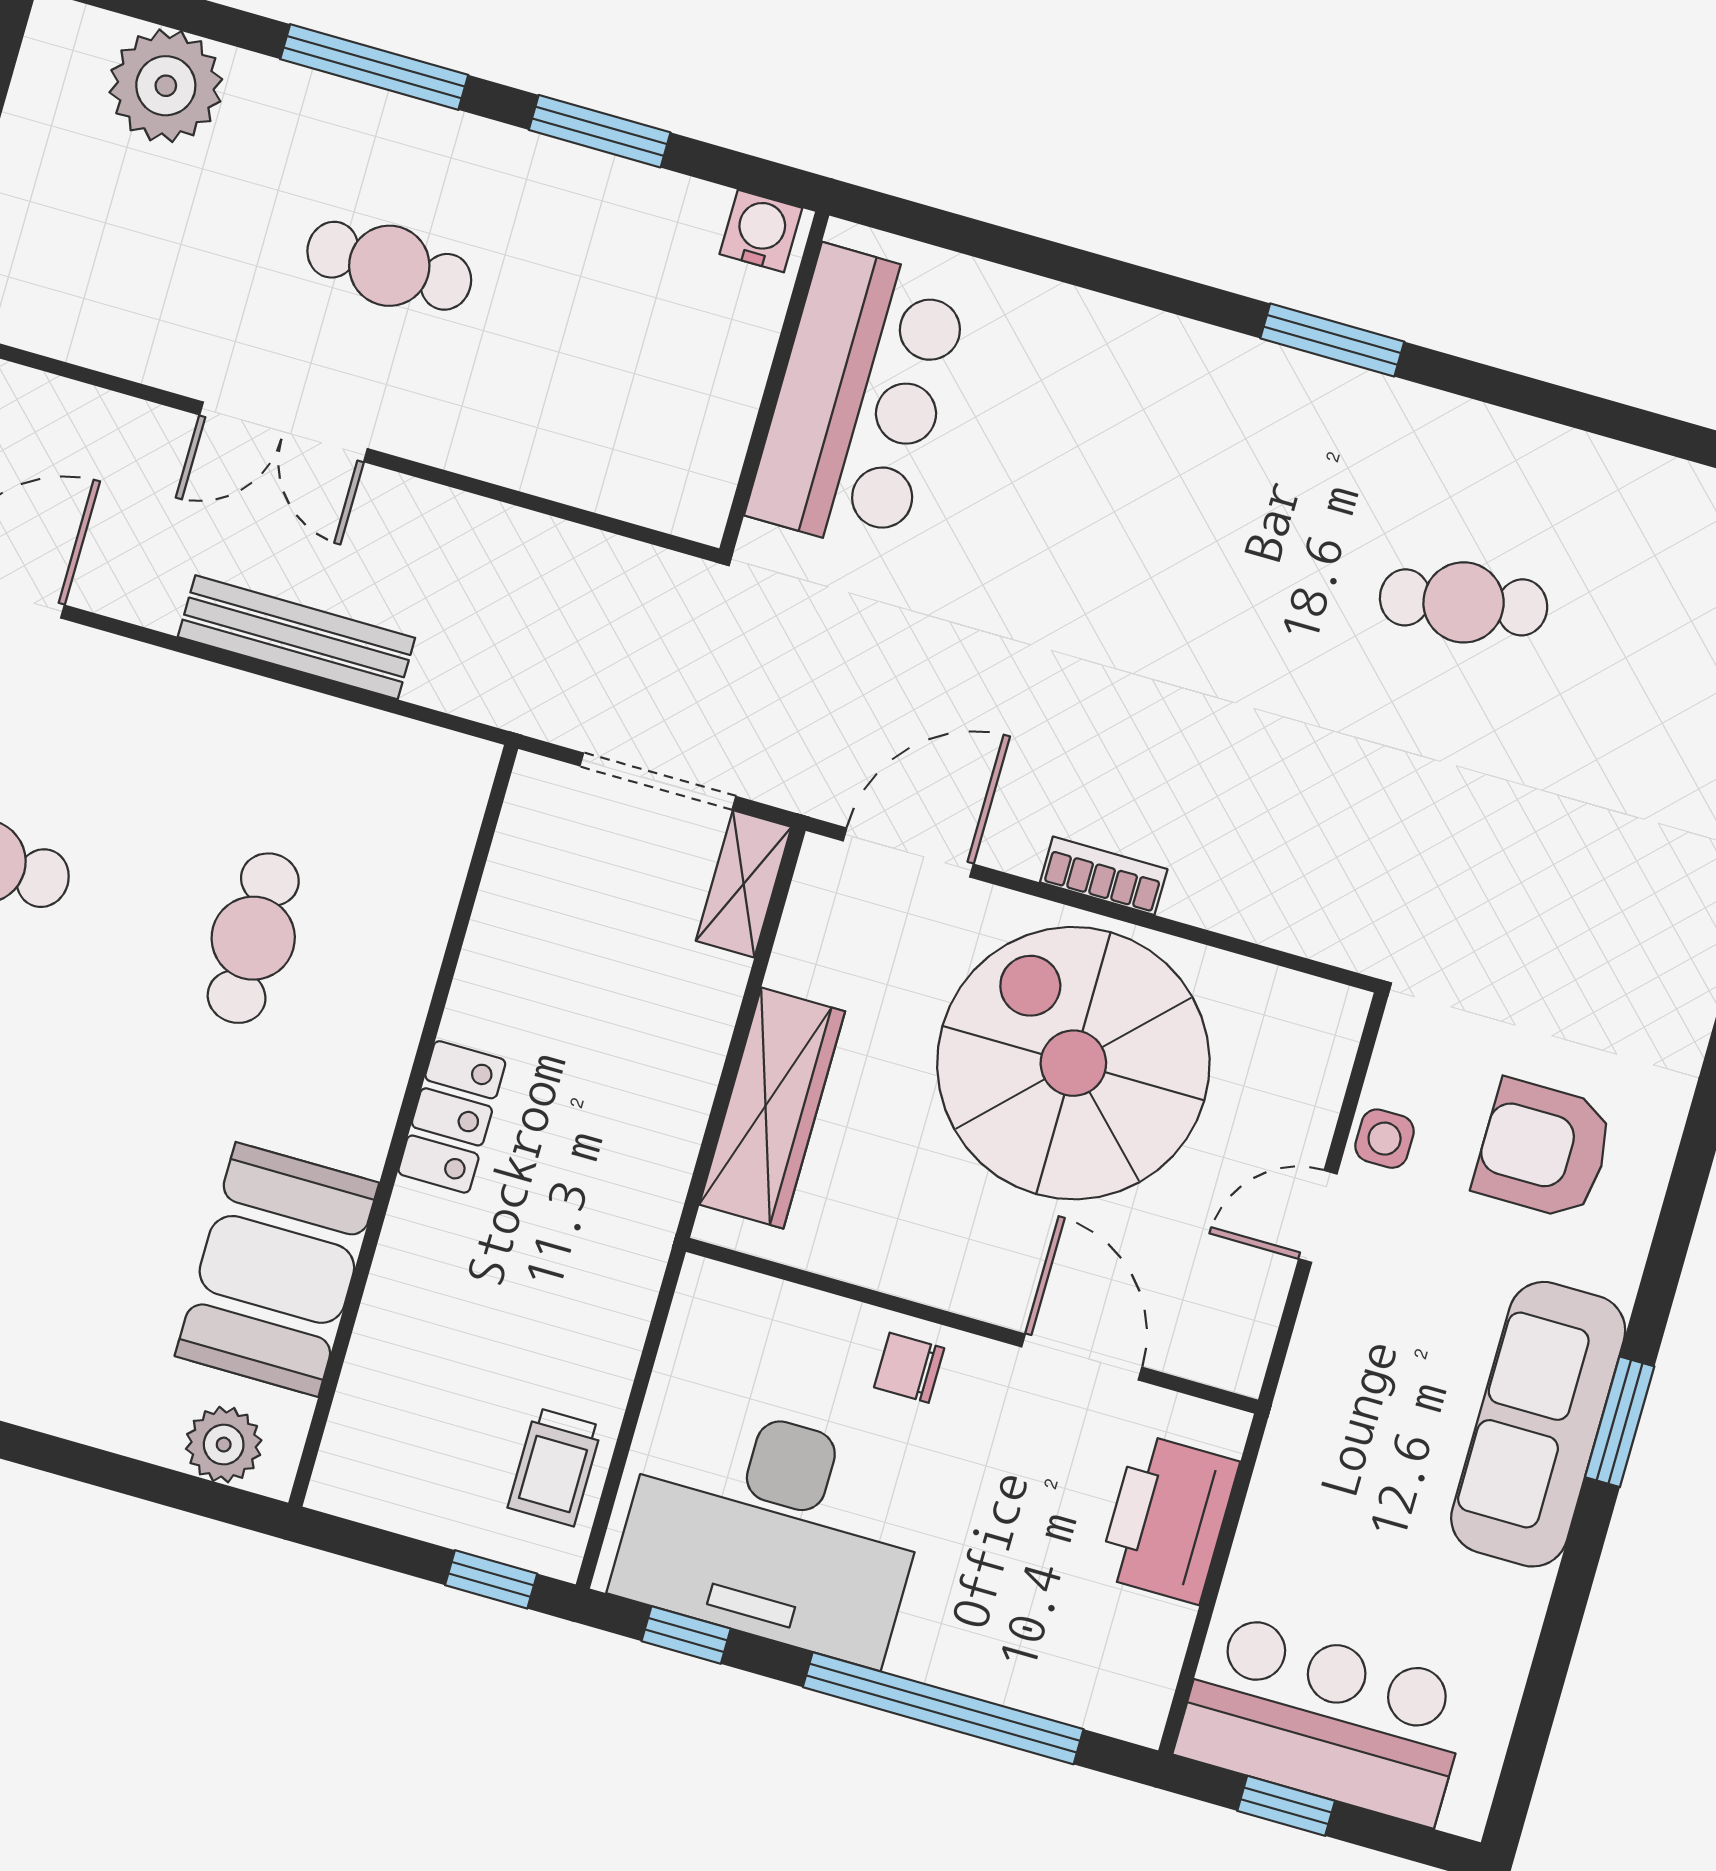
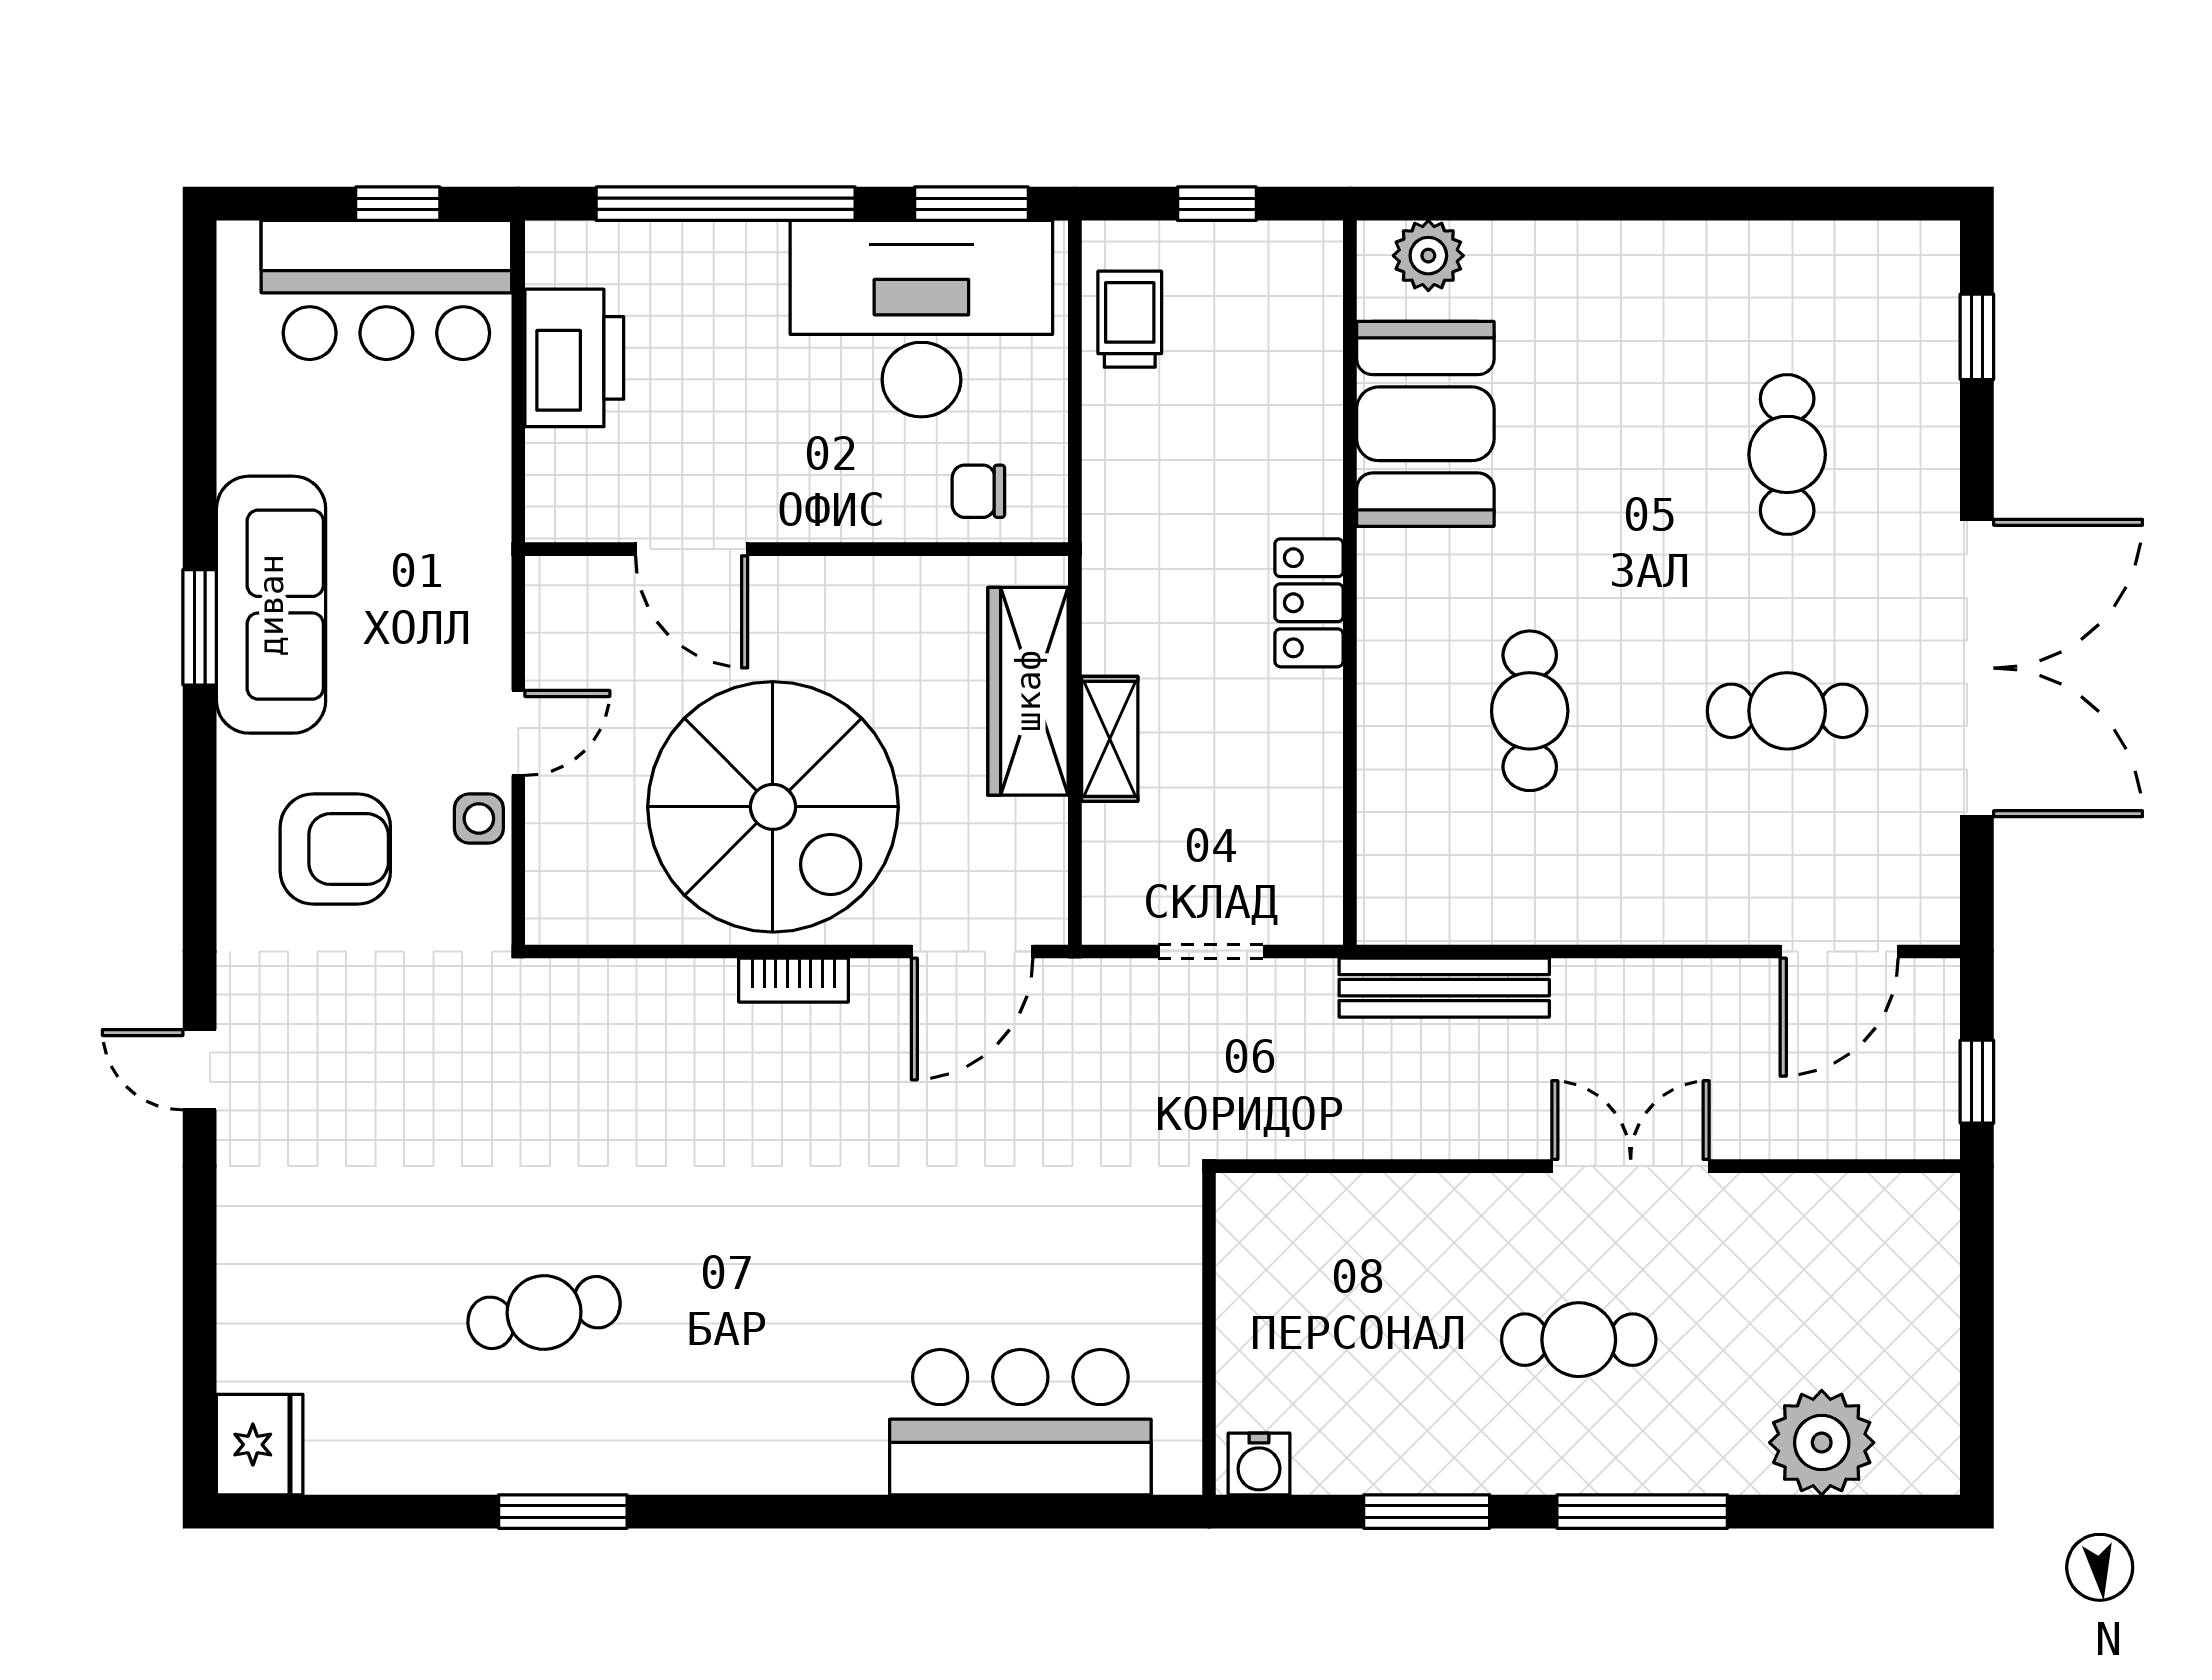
window: (1332, 340) -> (563, 1512), moved
bar counter: (859, 400) -> (1020, 1422), moved, turned 90
bench: (296, 637) -> (1444, 988), moved
doorway: (658, 781) -> (1211, 952), width x0.73
shelving: (744, 884) -> (1110, 739), moved
chair: (909, 1368) -> (978, 491), moved, turned 180
printer: (1168, 1519) -> (574, 358), moved
window: (491, 1579) -> (1217, 204), moved
window: (686, 1635) -> (971, 204), width x1.50

